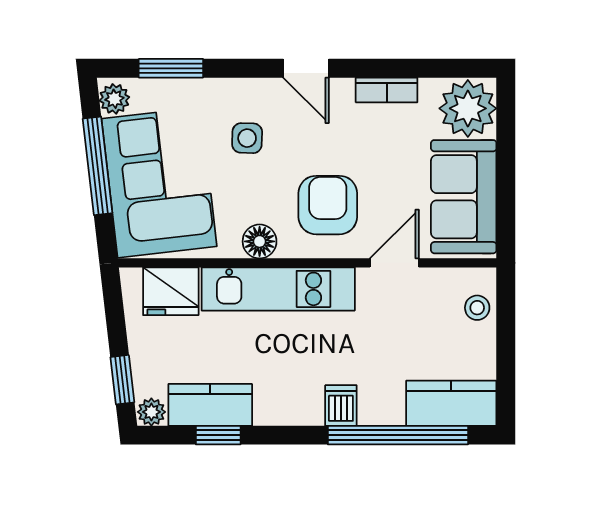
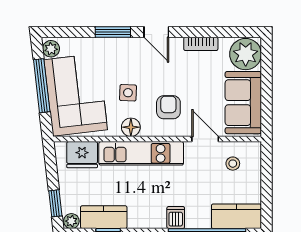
window: (171, 68) -> (113, 32), moved
side table: (247, 138) -> (128, 93), moved
armchair: (328, 205) -> (168, 107), width x0.72, depth x0.72
door: (394, 263) -> (205, 139), hinge flipped
stool: (477, 308) -> (233, 164), moved

